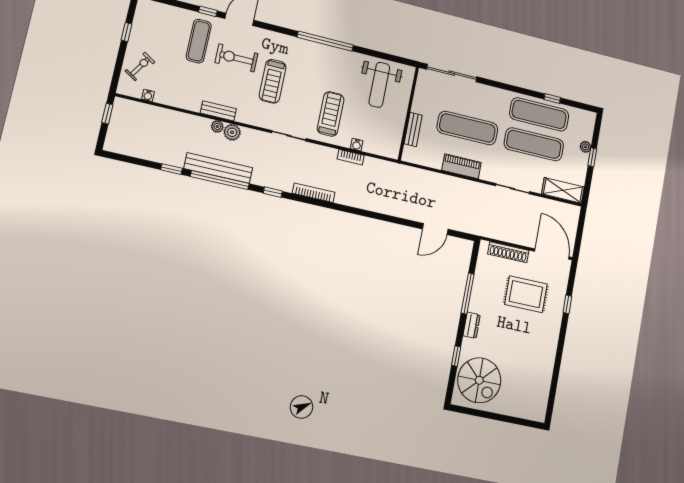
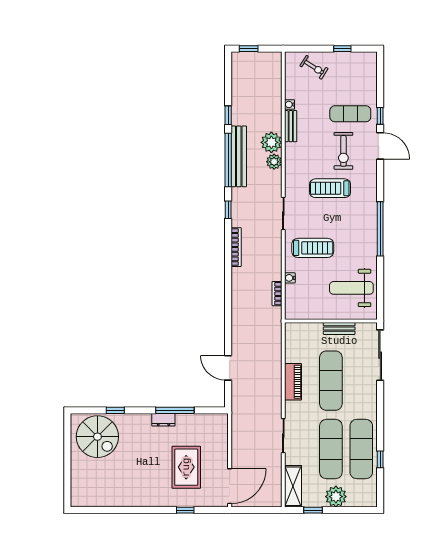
exercise bike: (236, 58) -> (343, 151), turned 180
water cooler: (148, 95) -> (290, 104), moved
bench: (218, 111) -> (291, 126), moved
window: (107, 114) -> (249, 49), moved
plant: (217, 126) -> (271, 142), width x1.88, depth x1.88
bench: (413, 130) -> (339, 329), moved
plant: (586, 147) -> (336, 497), width x1.88, depth x1.88
bookcase: (351, 157) -> (277, 294), moved
window: (592, 157) -> (313, 510), moved
shoe rack: (508, 252) -> (222, 443), removed
dresser: (472, 325) -> (163, 420), moved
spiral stairs: (479, 380) -> (97, 437), turned -90

